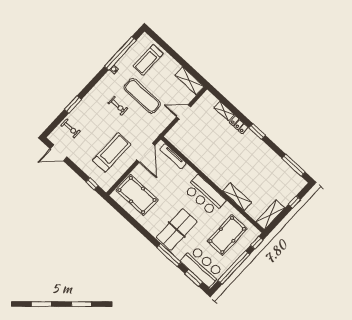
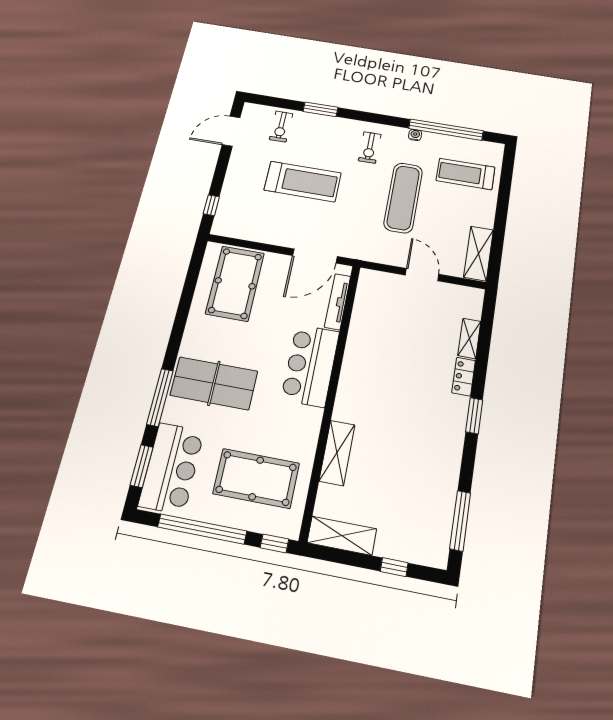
exercise bike: (118, 106) -> (370, 148), moved
treadmill: (112, 152) -> (303, 181), moved
door: (59, 153) -> (231, 131), hinge flipped
bar counter: (205, 195) -> (310, 365), moved

